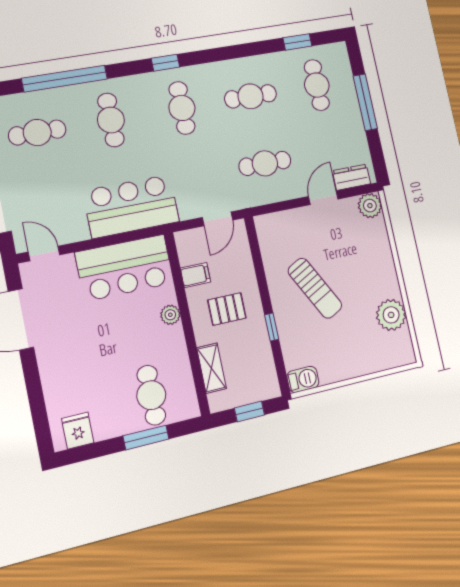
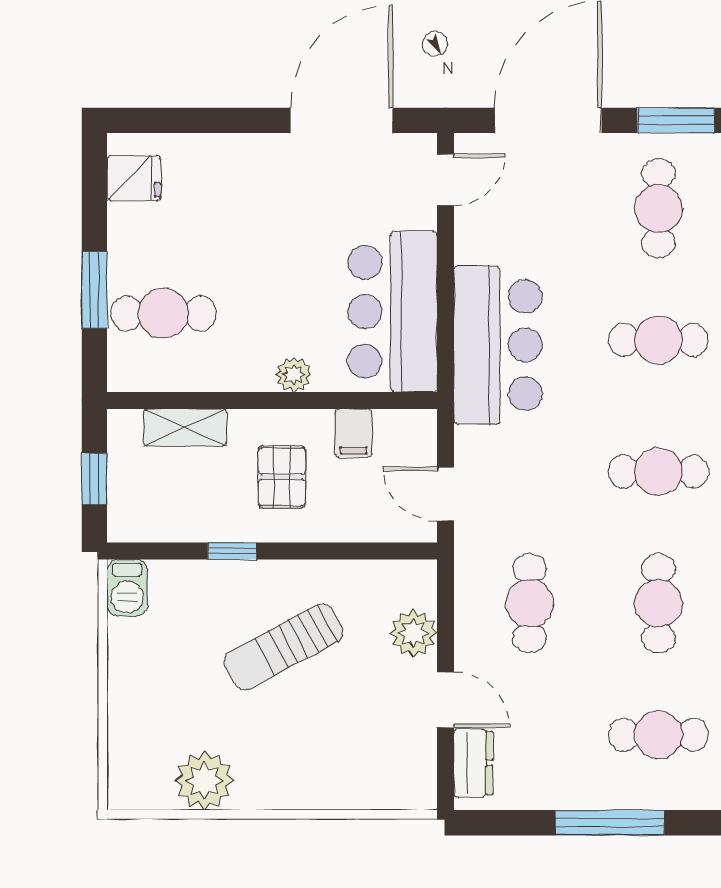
plant: (370, 206) -> (414, 633), moved

